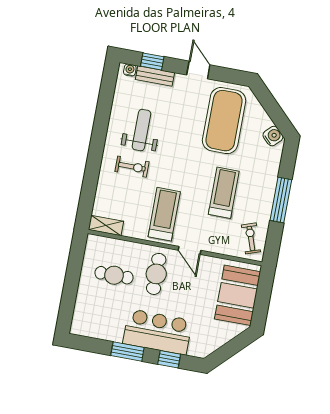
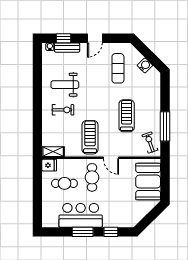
door: (198, 70) -> (95, 38), swing flipped
exercise mat: (224, 121) -> (118, 68), width x0.50, depth x0.69
weight bench: (141, 130) -> (65, 85), turned -90
water cooler: (273, 136) -> (145, 65), moved
window: (281, 200) -> (165, 126), moved
fridge: (96, 244) -> (49, 165), added
bar counter: (157, 332) -> (81, 215), moved

